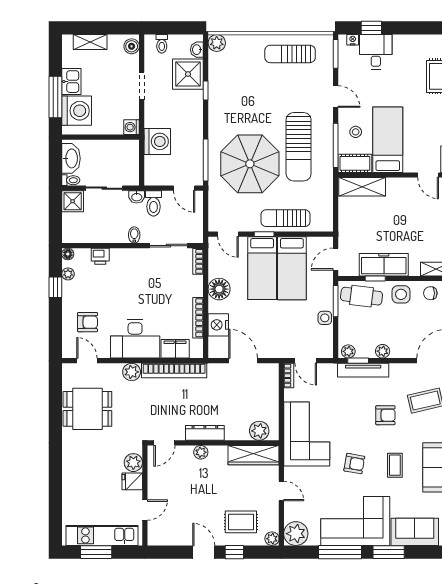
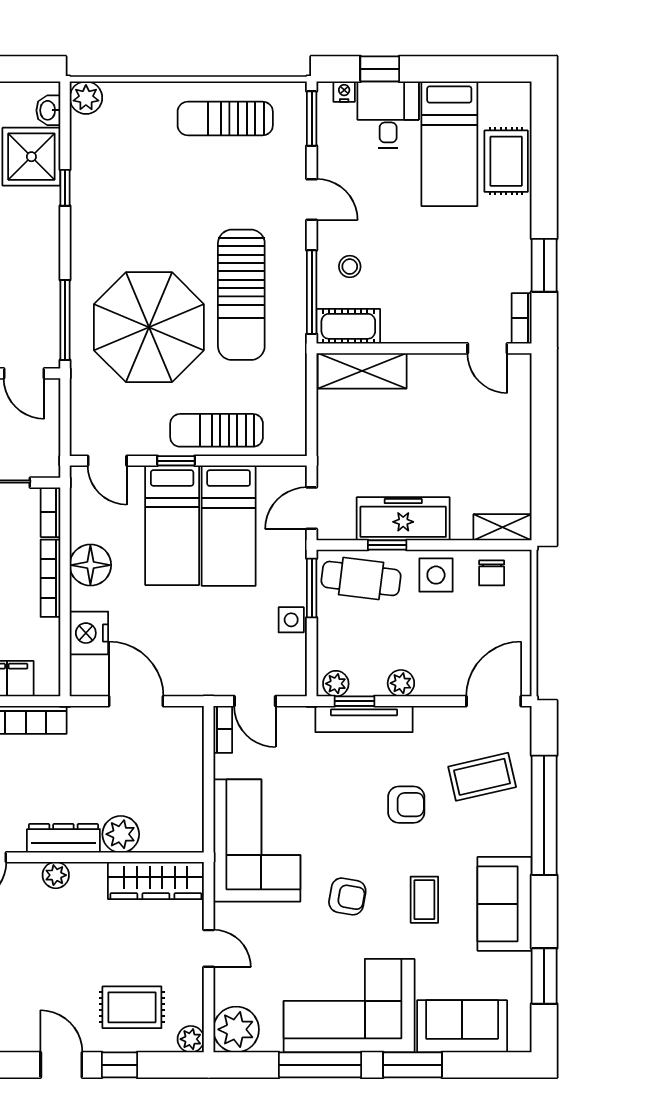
bed: (388, 140) -> (449, 144), moved, turned 180
chair: (430, 293) -> (492, 573), turned -90
bookcase: (198, 318) -> (50, 578), moved
plant: (259, 431) -> (121, 834), moved

